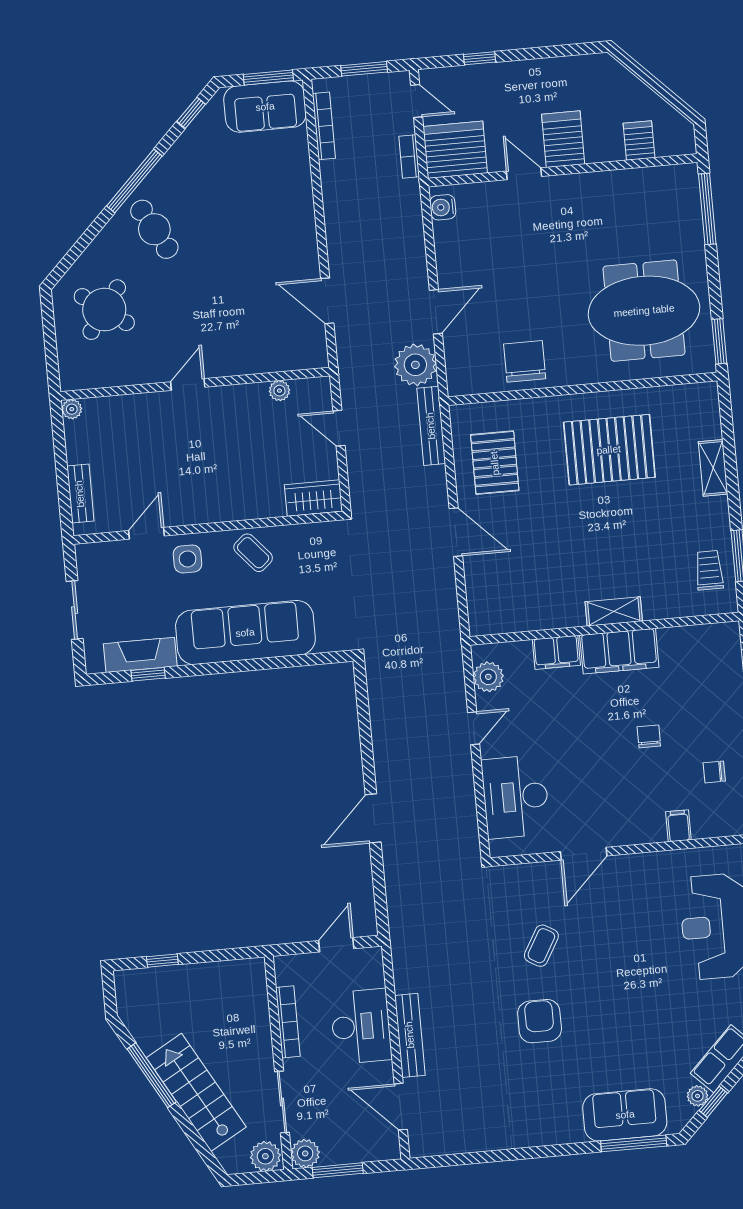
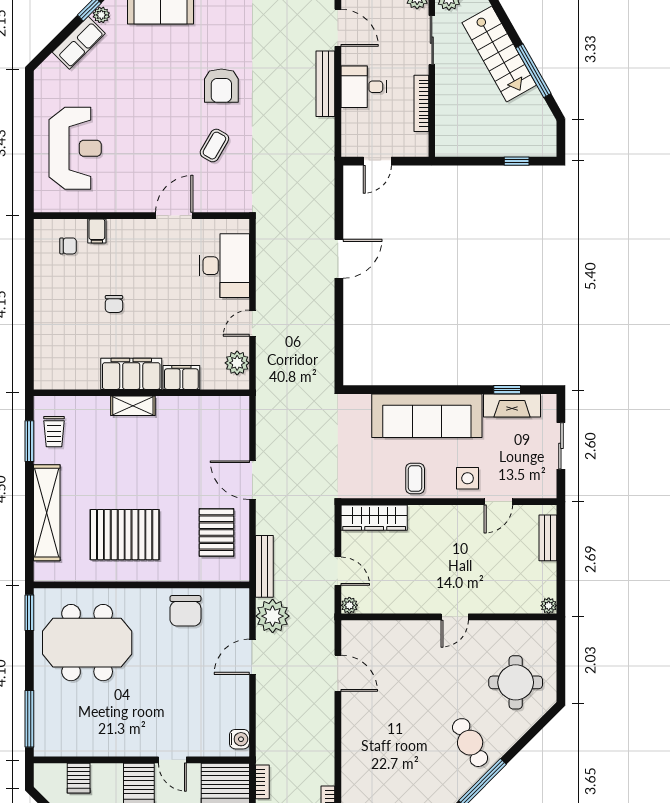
round table: (104, 310) -> (516, 682), turned -36
plant: (279, 391) -> (349, 605), moved
shelving: (713, 468) -> (47, 513), width x2.20, depth x1.33
wardrobe: (313, 498) -> (374, 518), width x1.50
coffee table: (253, 553) -> (415, 479), turned 41
chair: (714, 772) -> (68, 246), moved
desk: (361, 1026) -> (364, 87), width x0.73

